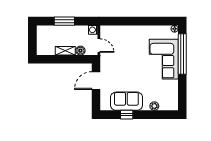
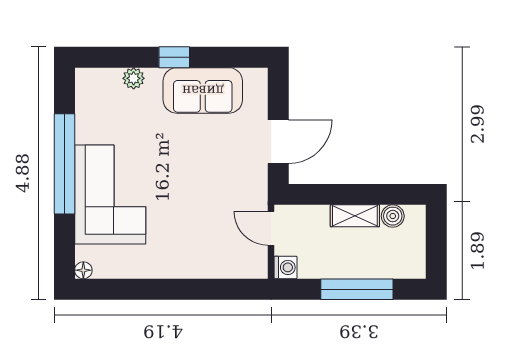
window: (64, 21) -> (357, 289), width x1.44
boiler: (80, 51) -> (393, 216), moved
window: (182, 54) -> (64, 164), moved
window: (127, 115) -> (174, 57), moved

